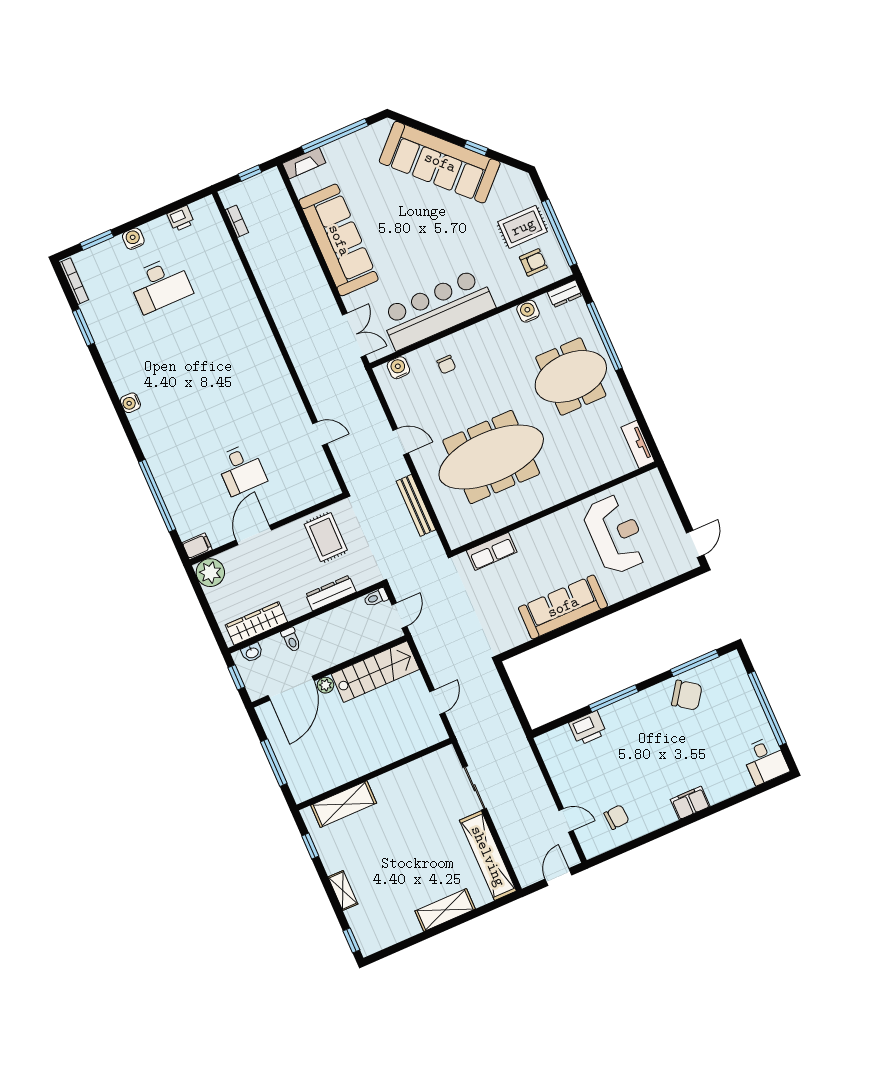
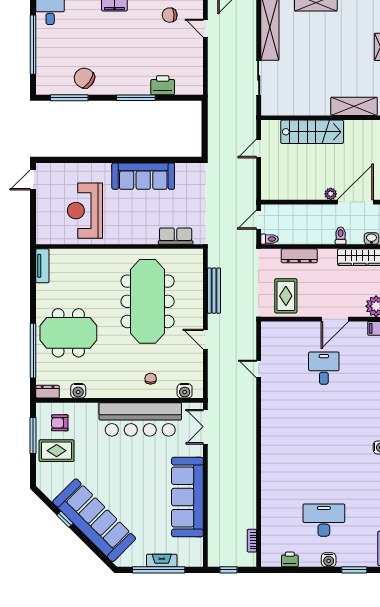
fireplace: (304, 163) -> (162, 560), moved
window: (559, 233) -> (33, 435), width x0.68
meeting table: (491, 457) -> (148, 301), turned 90
stairs: (375, 672) -> (312, 132), moved, turned 180

